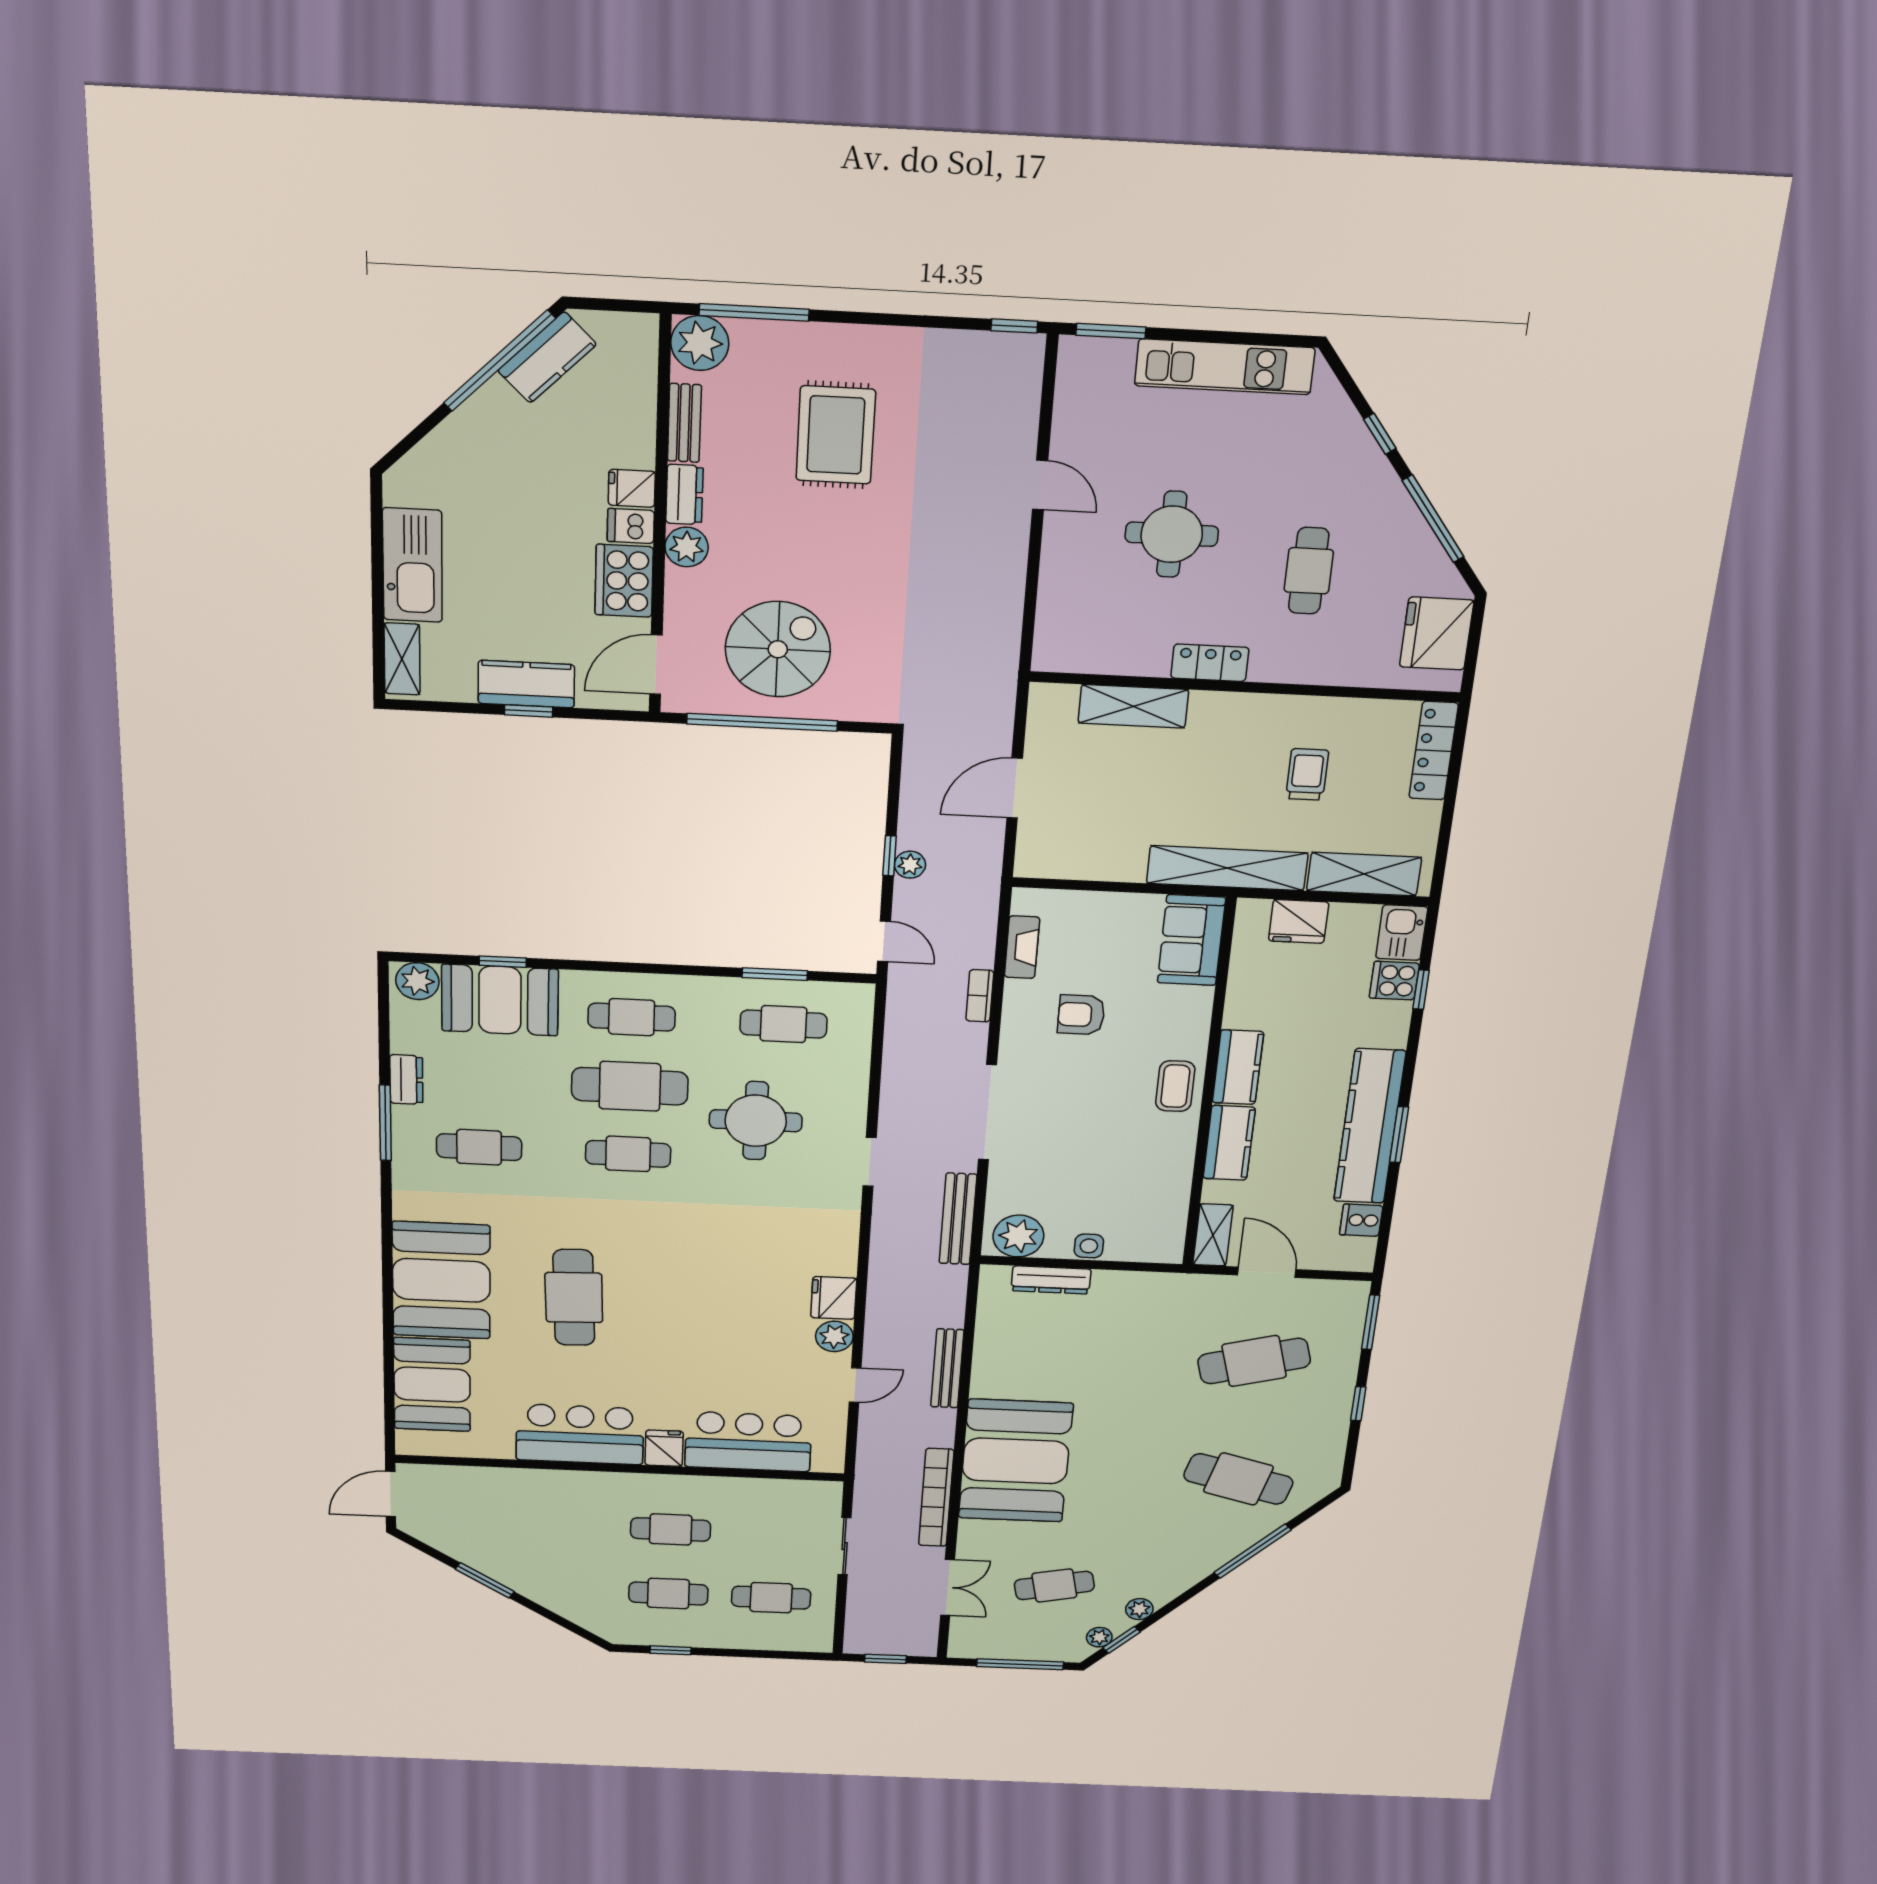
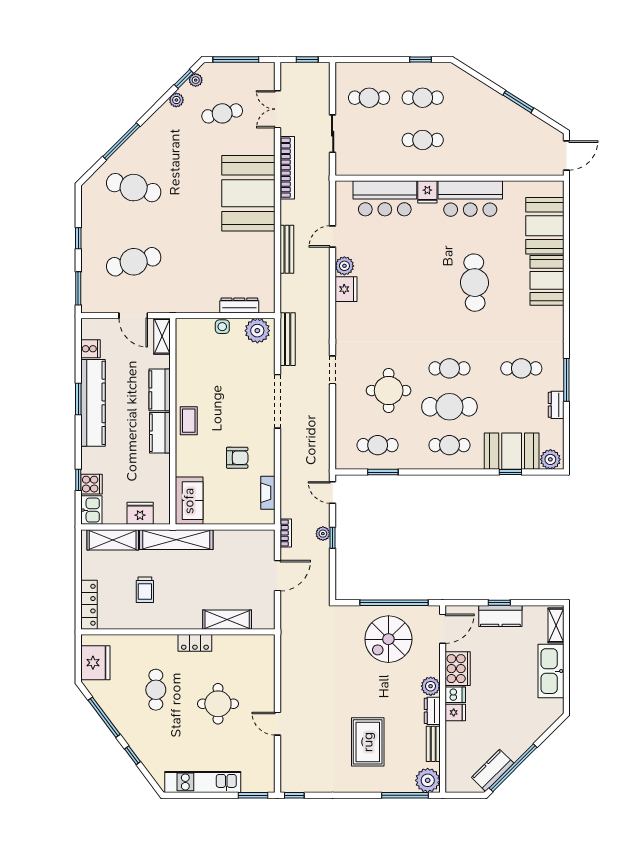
bookcase: (980, 996) -> (286, 533), moved
booth: (441, 1280) -> (547, 280), width x0.73, depth x0.70

